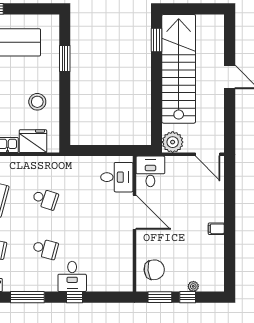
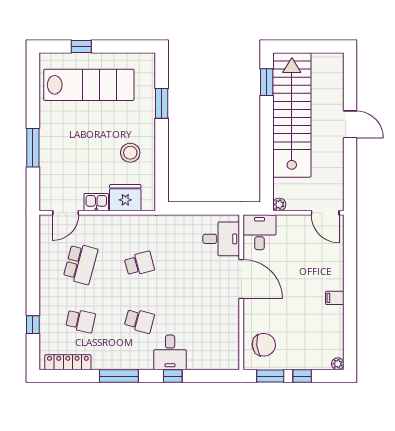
plant: (173, 142) -> (279, 204), width x0.53, depth x0.53
school desk: (45, 199) -> (139, 264), turned -33
plant: (193, 286) -> (338, 364), moved

